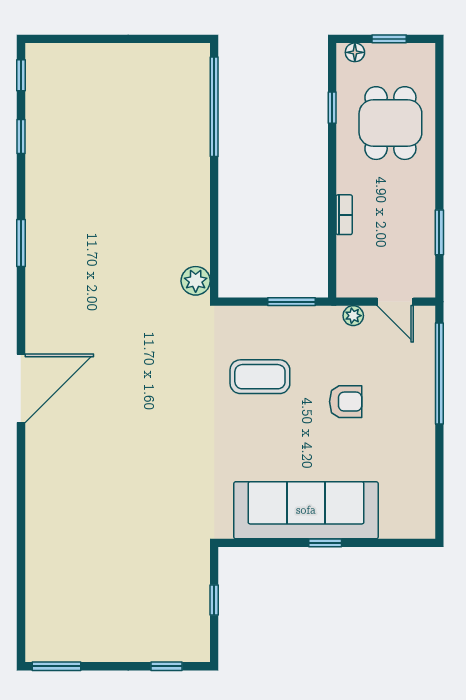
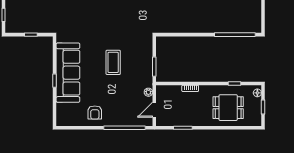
plant: (196, 281) -> (163, 27), removed
coffee table: (260, 377) -> (113, 62), moved
armchair: (346, 402) -> (95, 112), moved

